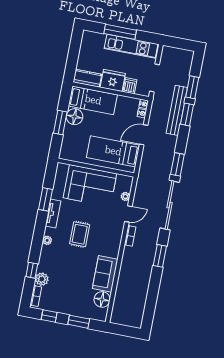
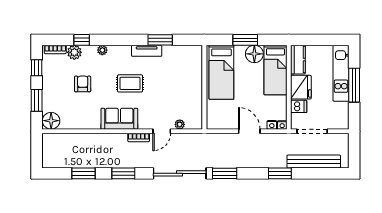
kitchen unit: (131, 46) -> (341, 73), moved
window: (192, 87) -> (84, 173), moved
bench: (177, 110) -> (314, 162), moved
bed: (113, 151) -> (221, 72), moved, turned 180
corner sofa: (90, 186) -> (184, 85), removed
door: (128, 214) -> (162, 131), hinge flipped
plant: (47, 240) -> (102, 50), moved
sofa: (105, 274) -> (119, 119), moved
armchair: (72, 277) -> (83, 84), added
floor lamp: (102, 299) -> (51, 121), moved

